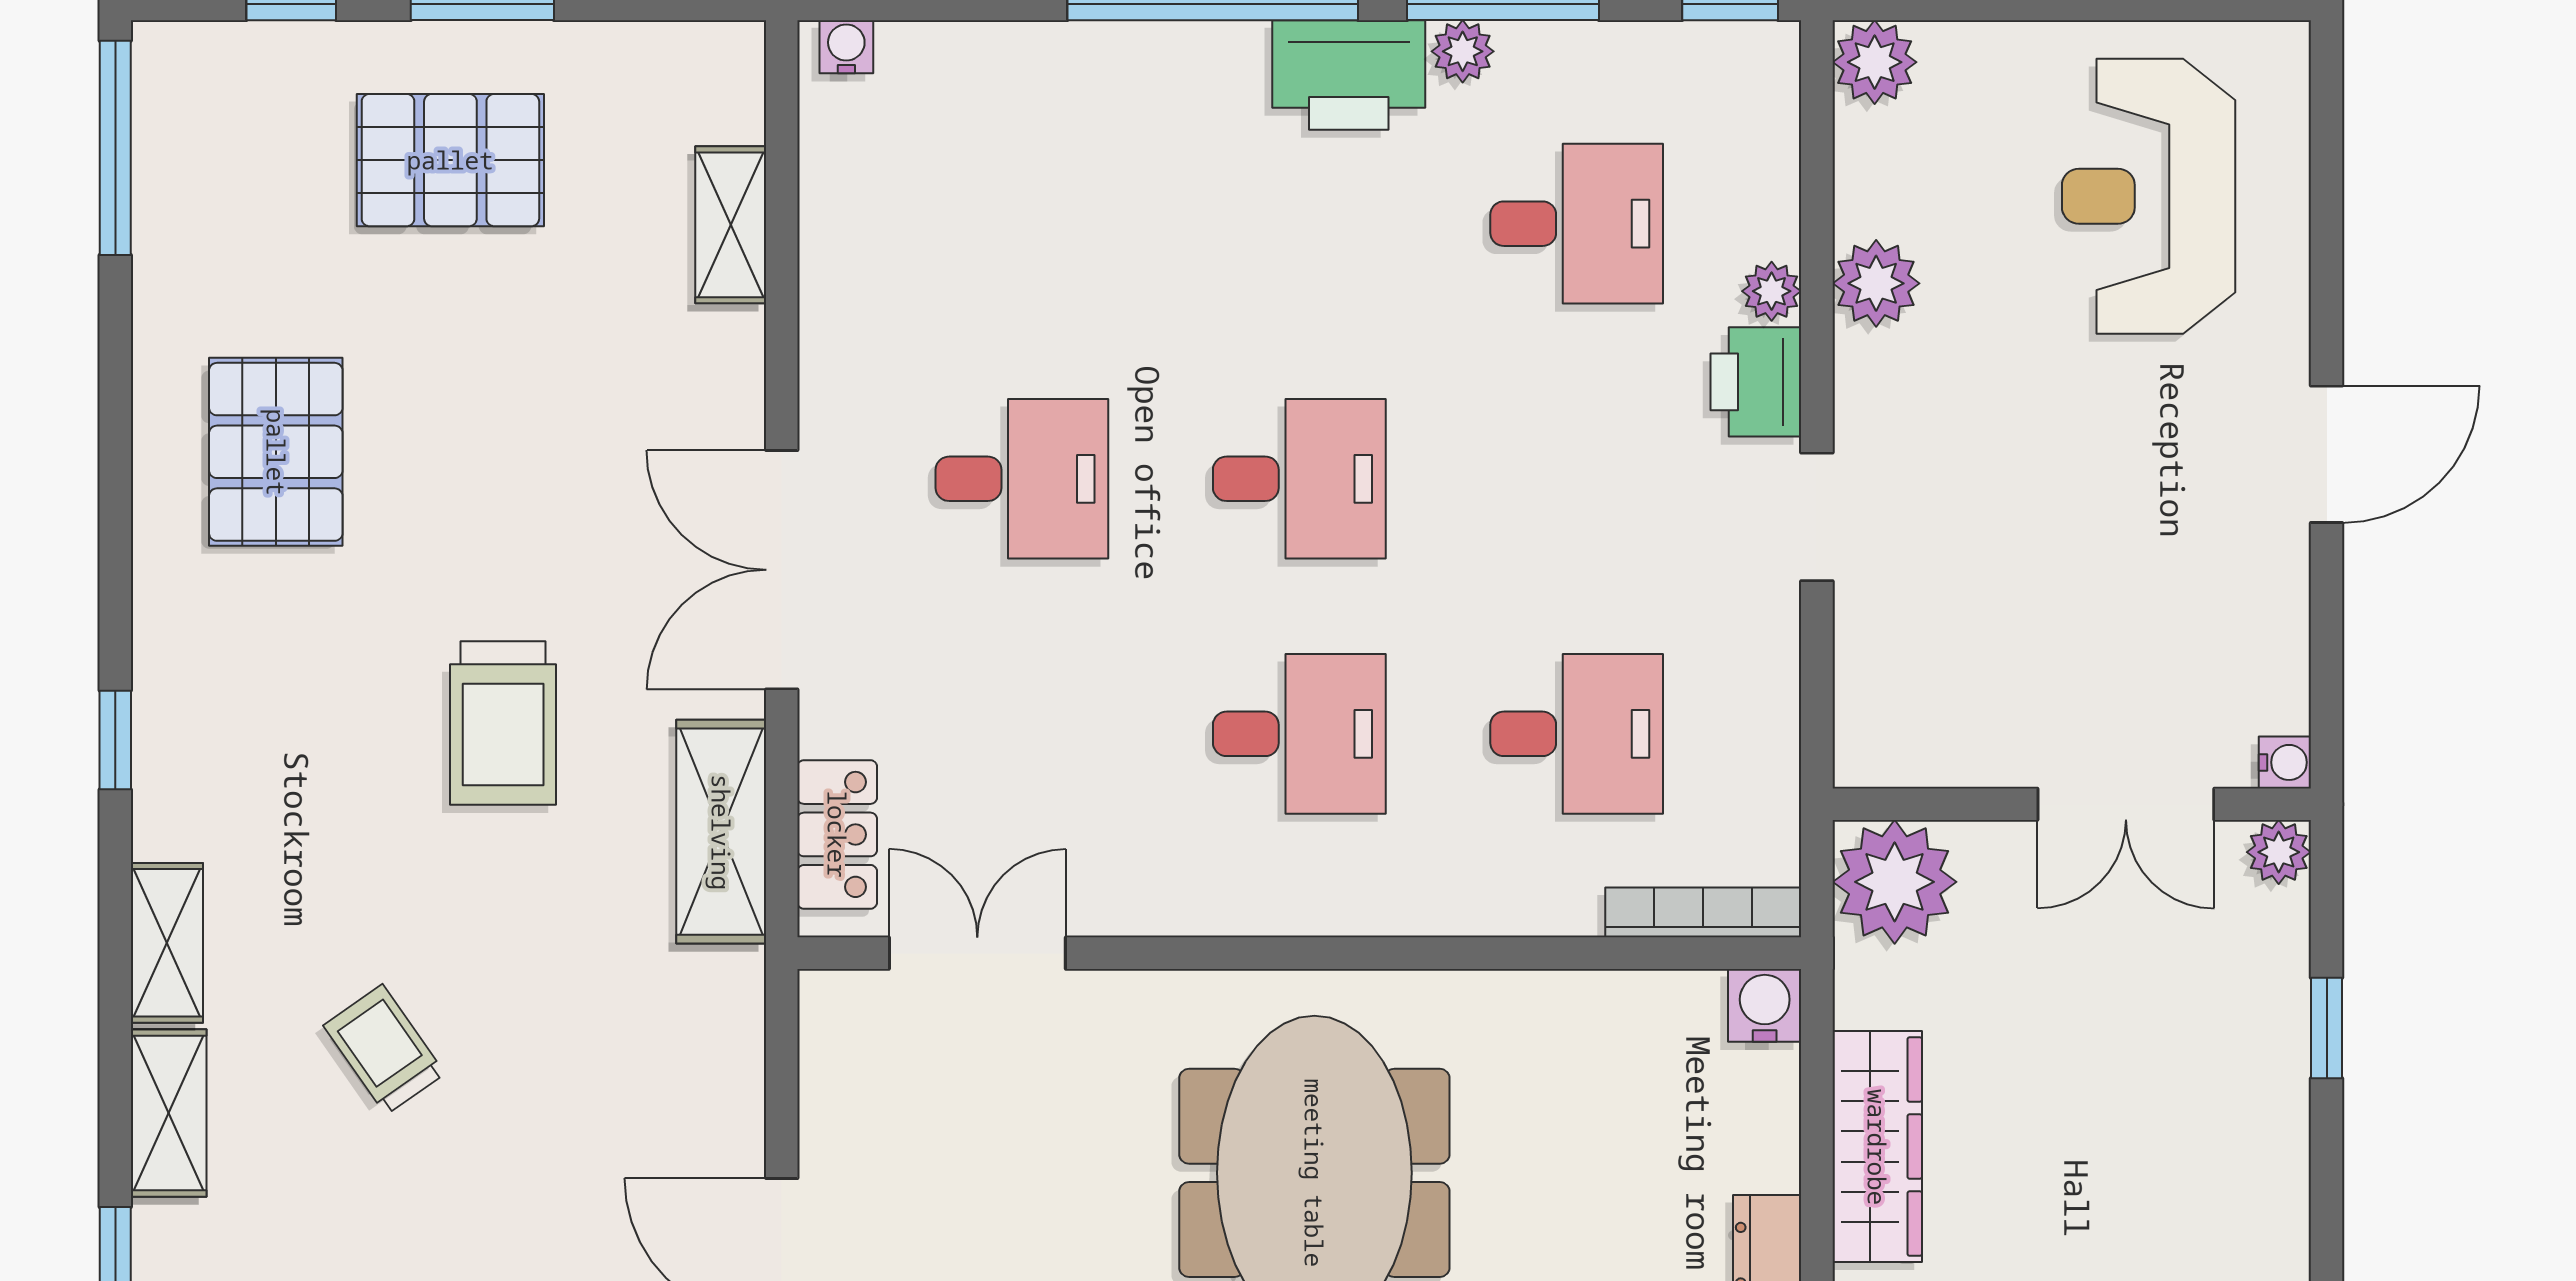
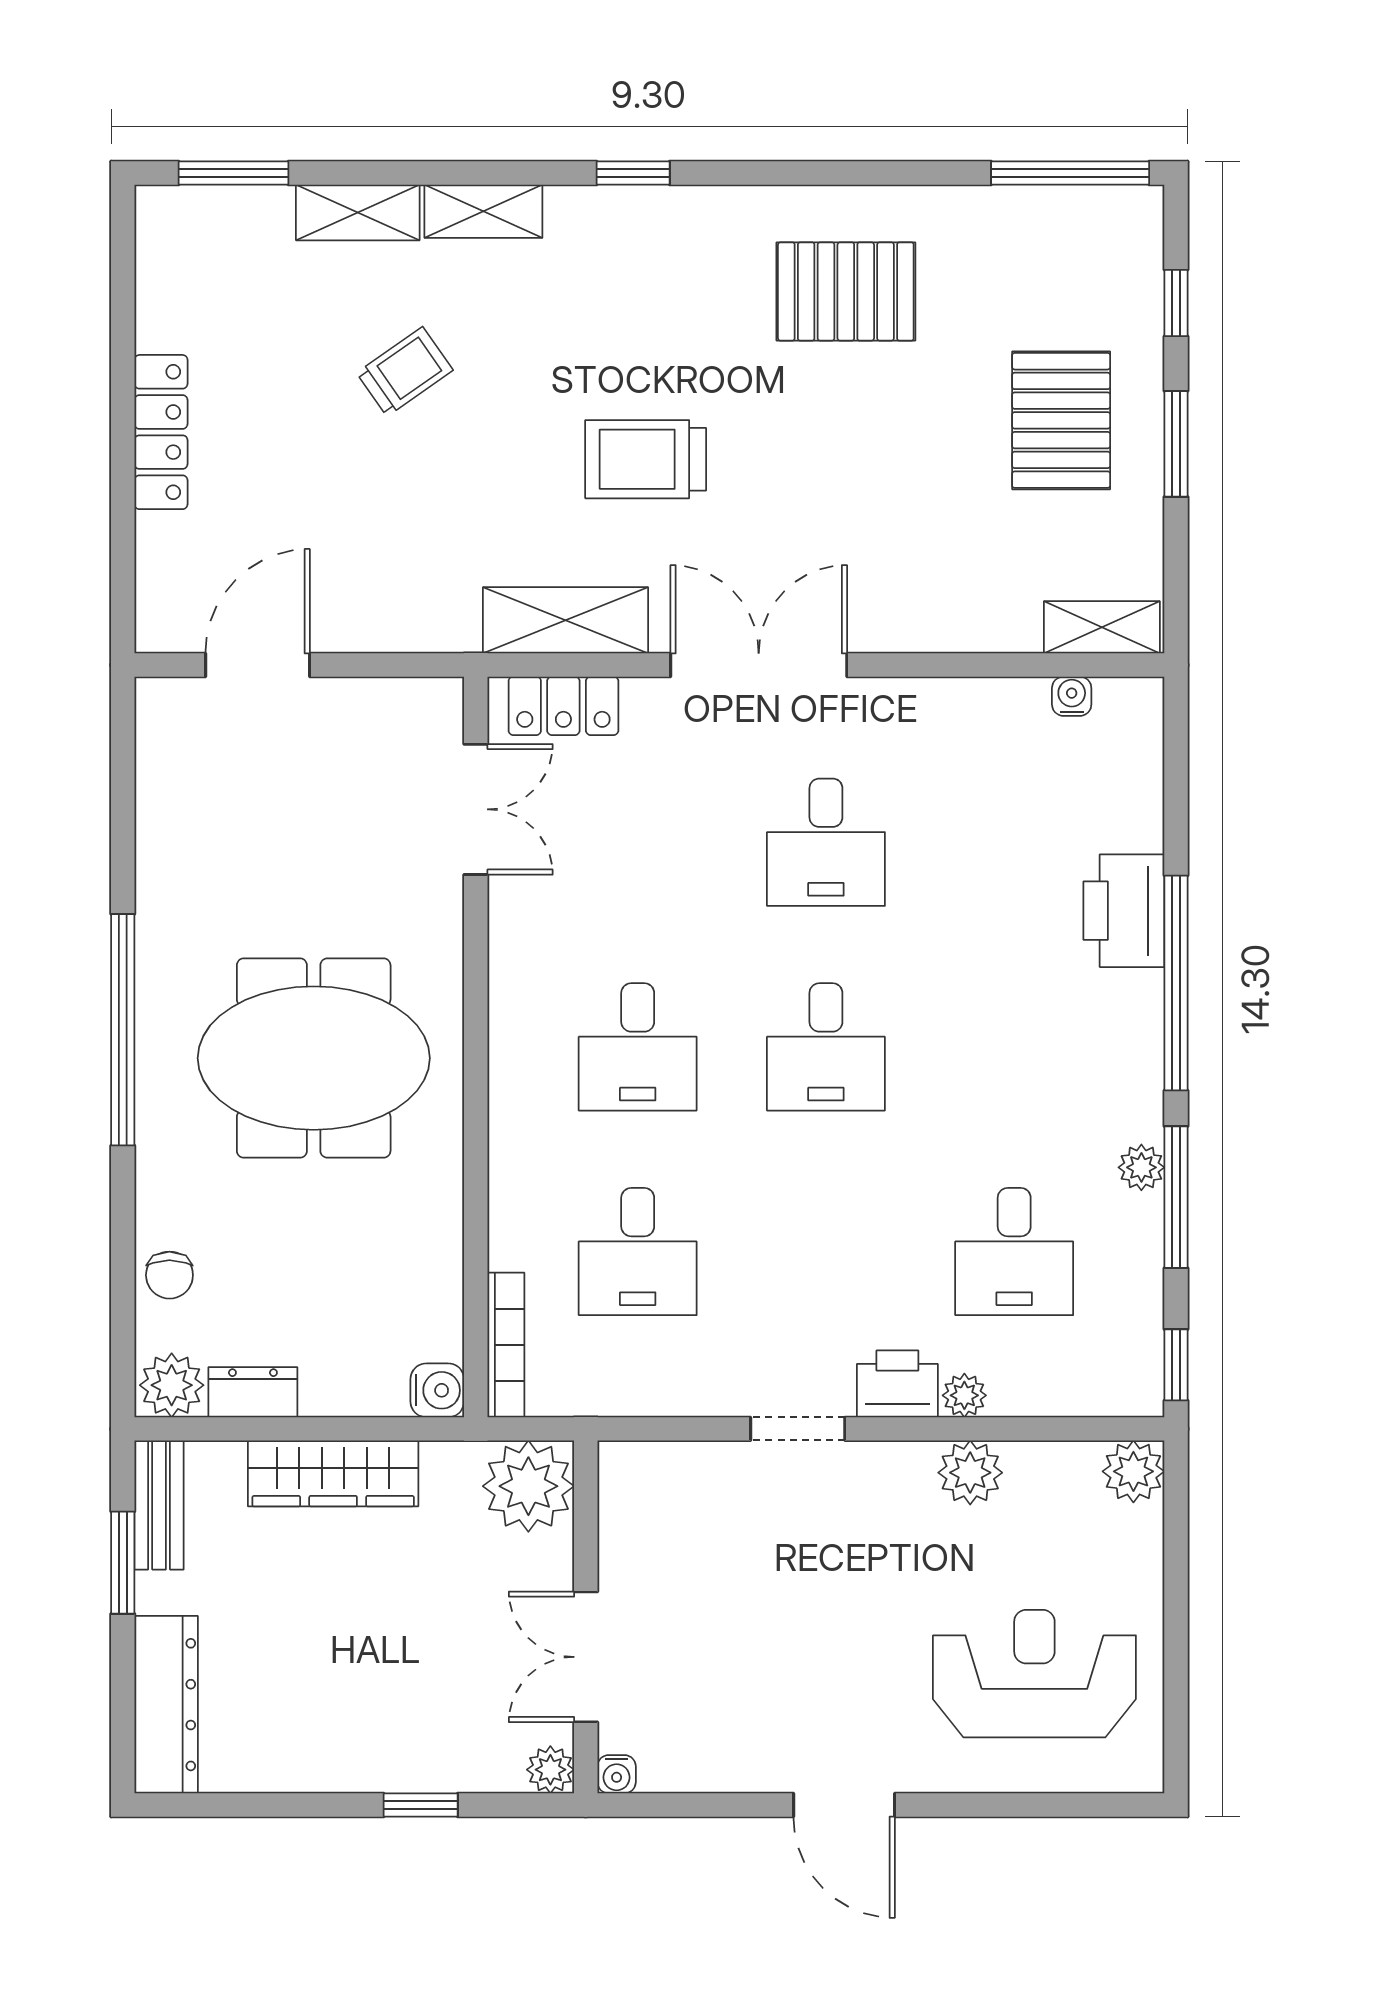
water cooler: (846, 47) -> (1072, 696), moved, turned -90
printer: (1349, 75) -> (1124, 911), moved
shelving: (731, 225) -> (1102, 627), moved

